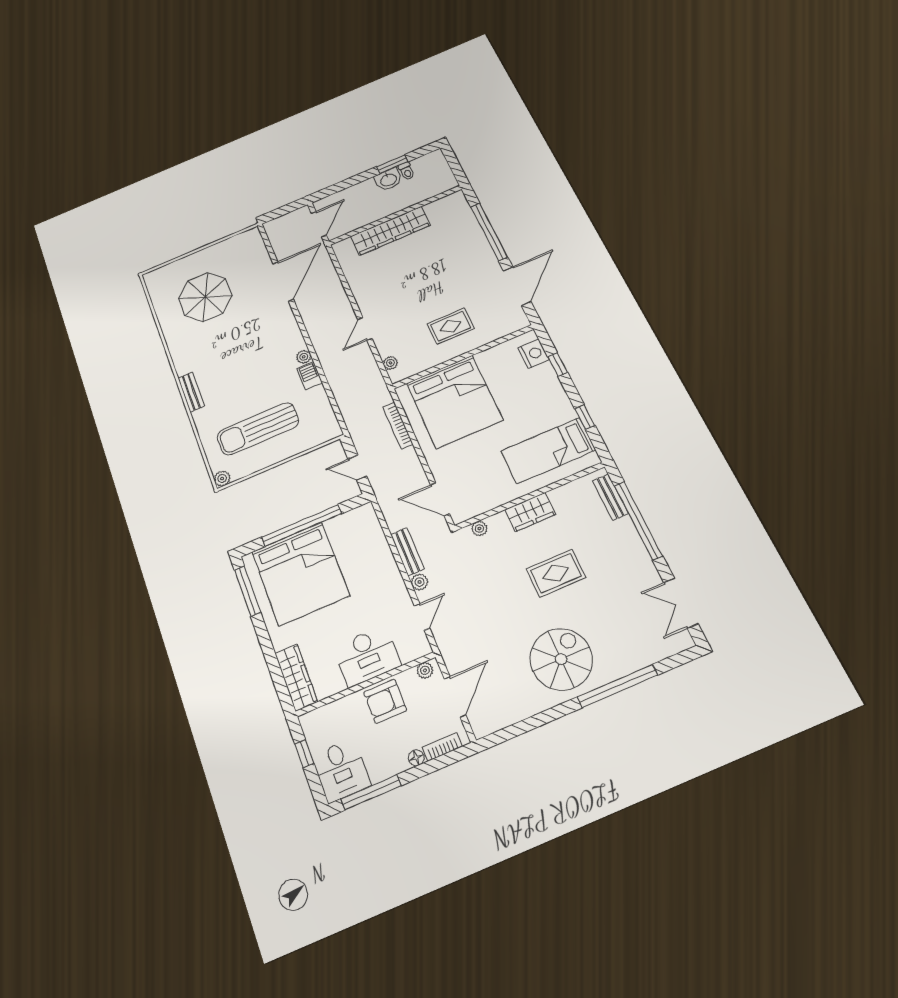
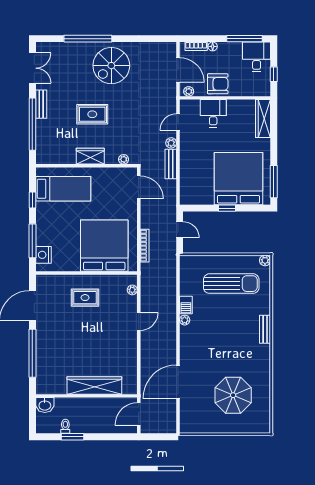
washbasin: (388, 180) -> (45, 405), moved, turned 180
window: (558, 365) -> (32, 241), width x2.17
bench: (610, 497) -> (41, 104), moved
window: (302, 525) -> (227, 208), width x0.32
desk: (367, 656) -> (213, 113), width x0.73
door: (455, 697) -> (178, 70), swing flipped

